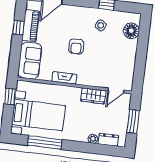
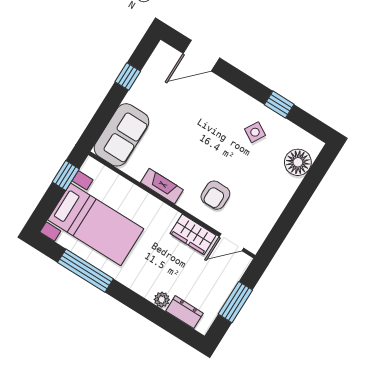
piano: (31, 26) -> (148, 82), removed
armchair: (76, 46) -> (215, 195), moved

